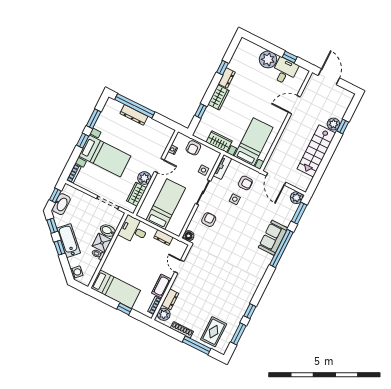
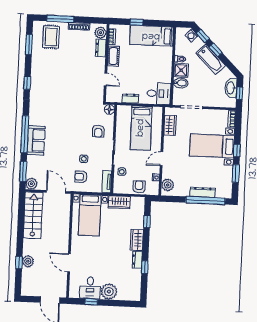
door: (294, 105) -> (69, 263), swing flipped
stairs: (316, 151) -> (33, 215), moved
plant: (144, 178) -> (168, 185), moved
window: (52, 226) -> (203, 36), moved
window: (250, 311) -> (27, 83), moved

